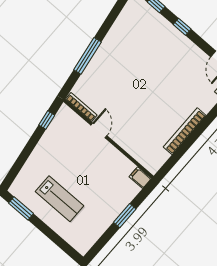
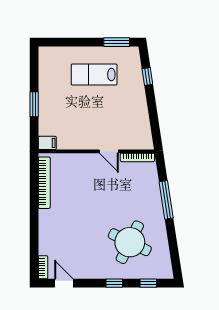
round table: (143, 48) -> (130, 242), added
window: (47, 120) -> (147, 77), moved
bookcase: (185, 131) -> (44, 183), moved

